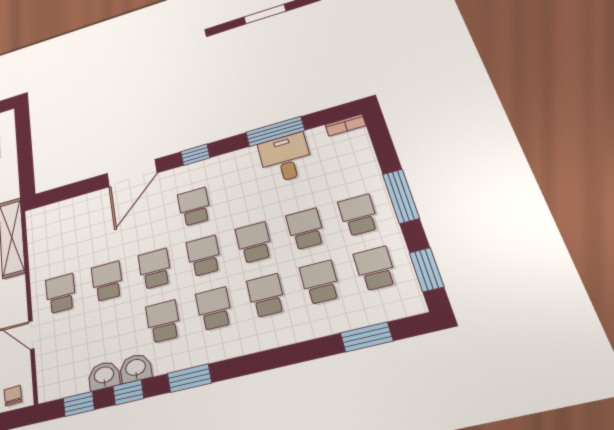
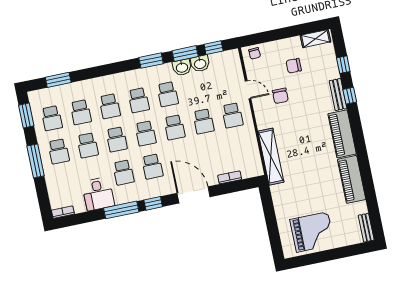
window: (275, 131) -> (121, 210), moved
door: (132, 173) -> (194, 195), hinge flipped
school desk: (243, 193) -> (123, 172), added
bookcase: (76, 203) -> (230, 177), added
window: (128, 392) -> (185, 54), width x1.50

